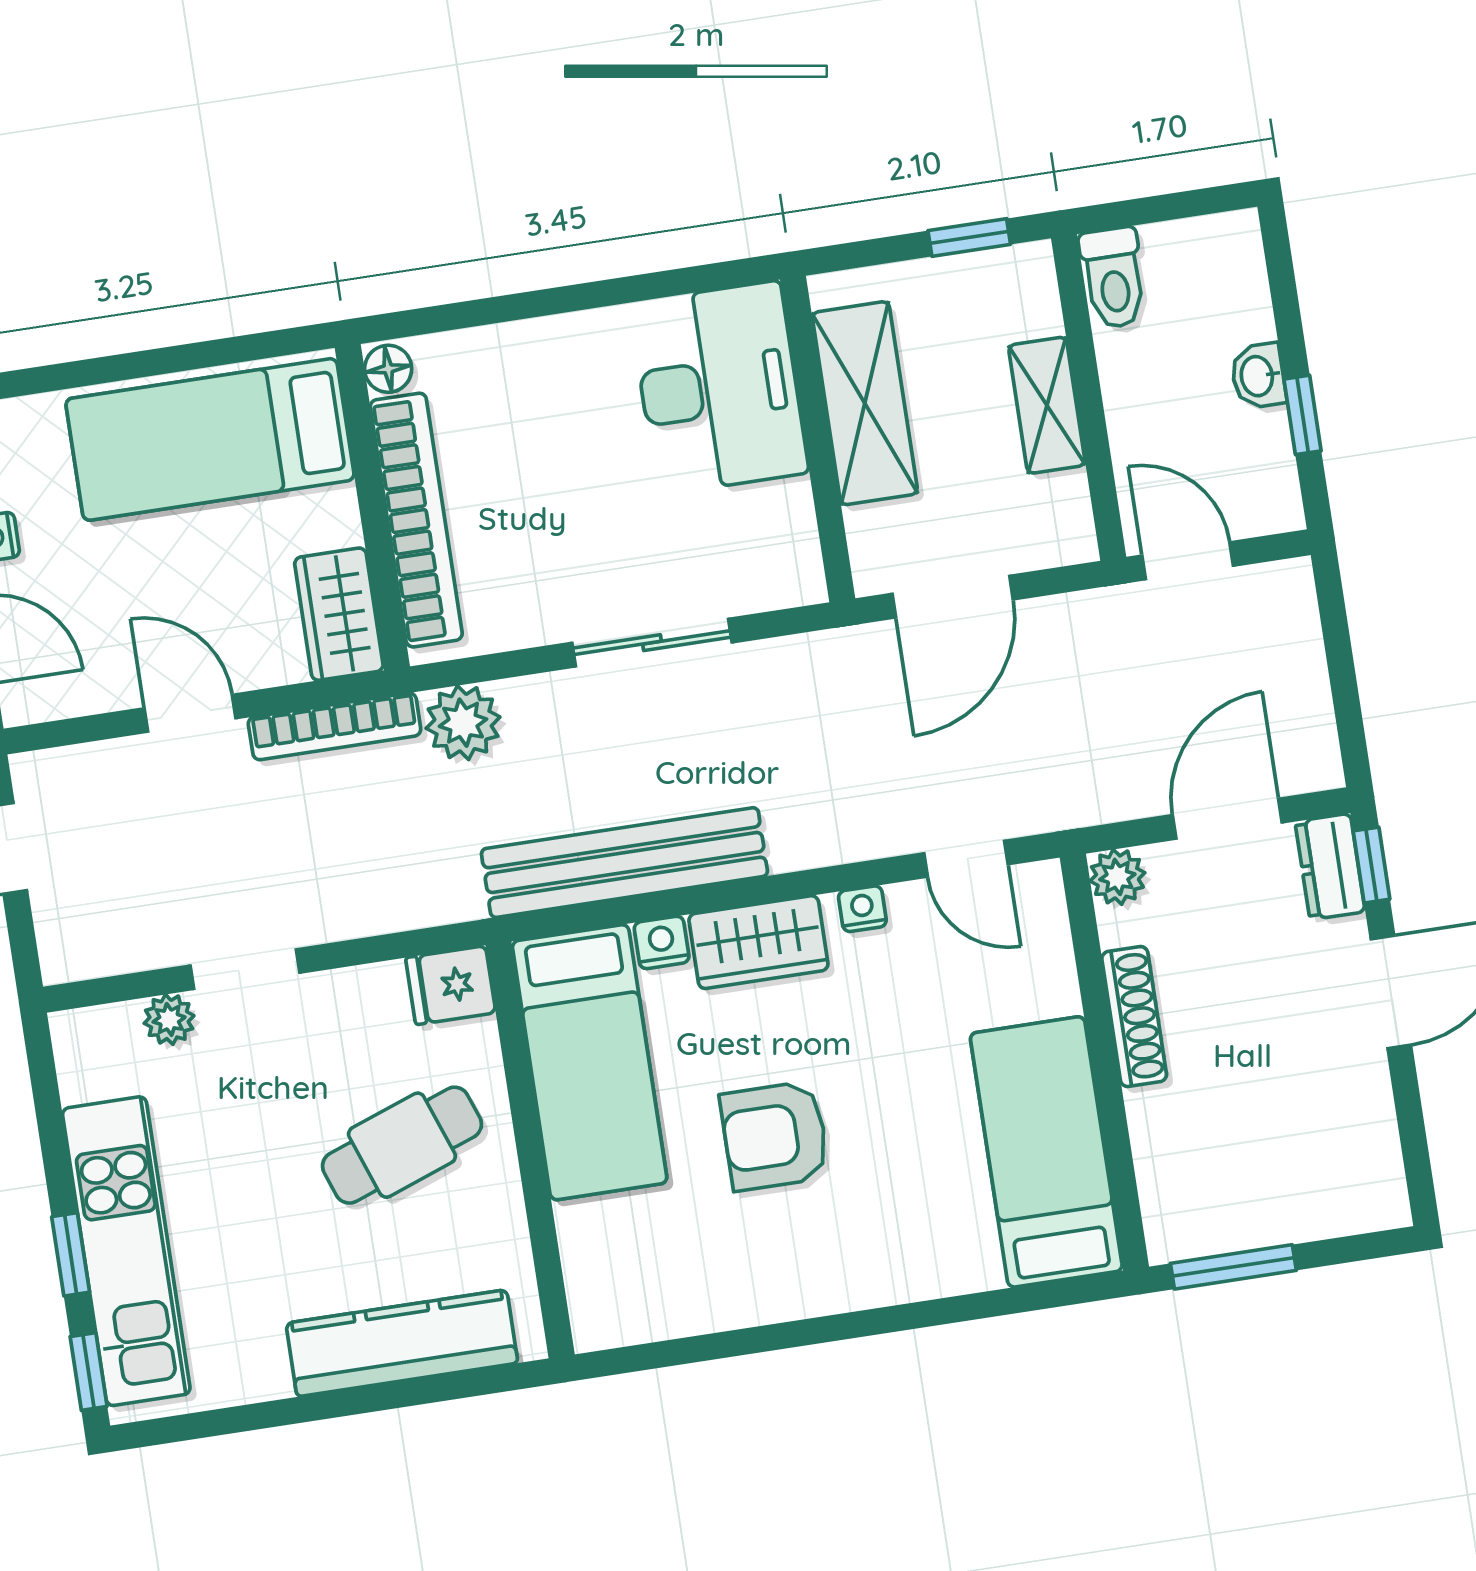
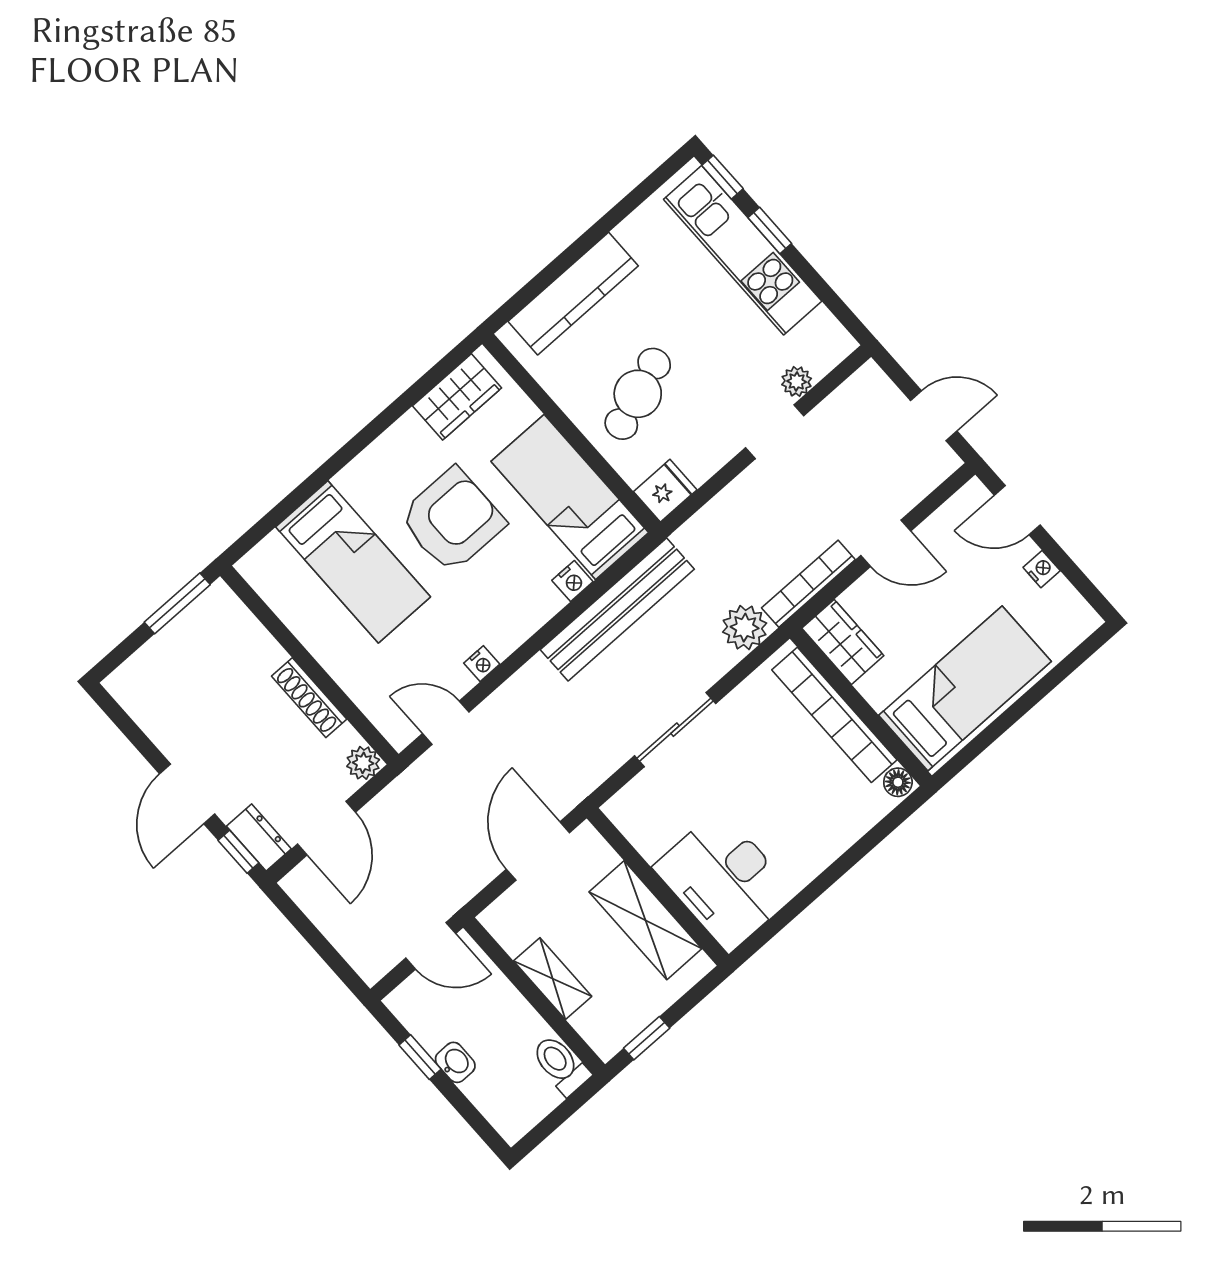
wardrobe: (758, 942) -> (457, 397), moved, turned 180
armchair: (775, 1136) -> (452, 520), width x1.36, depth x1.36
bed: (1046, 1152) -> (353, 562), moved

